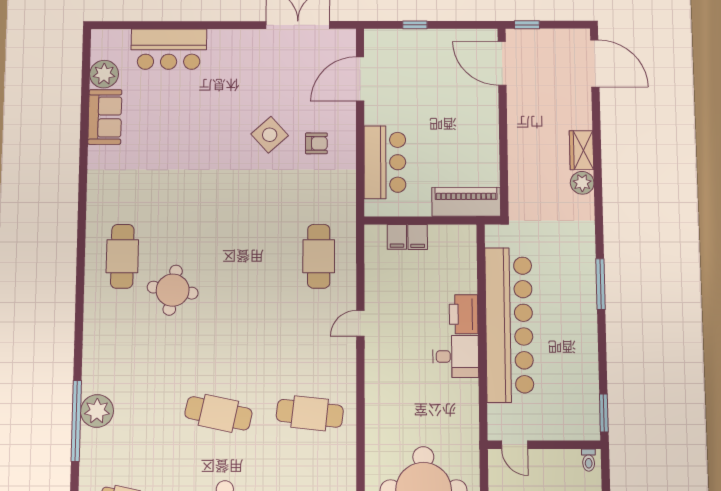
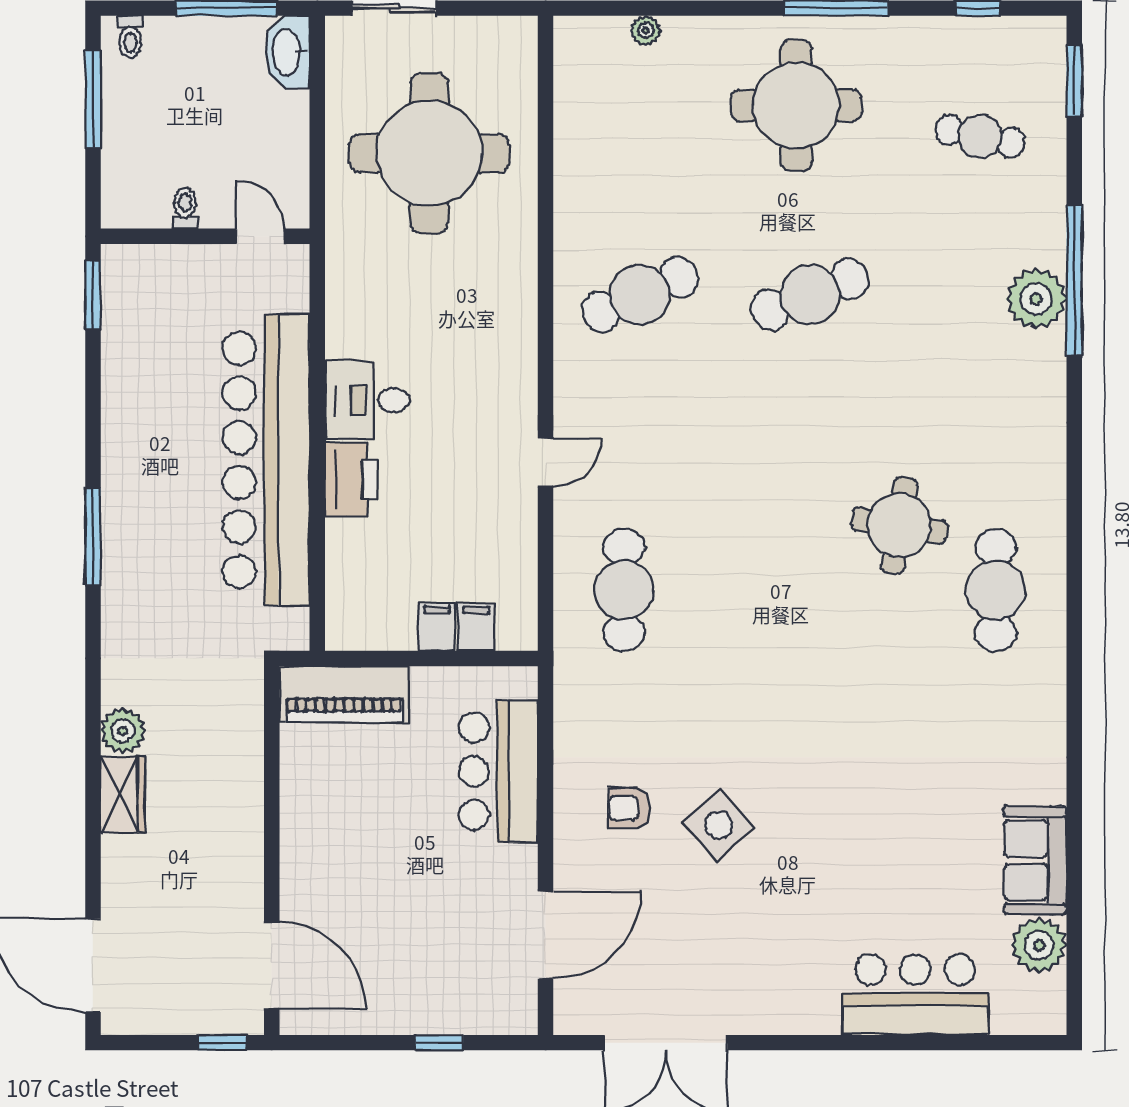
cafe table: (218, 413) -> (810, 295), turned -33
cafe table: (310, 413) -> (640, 295), turned -30
toilet: (589, 460) -> (185, 208), moved

